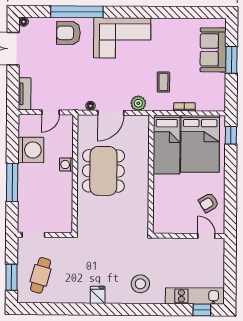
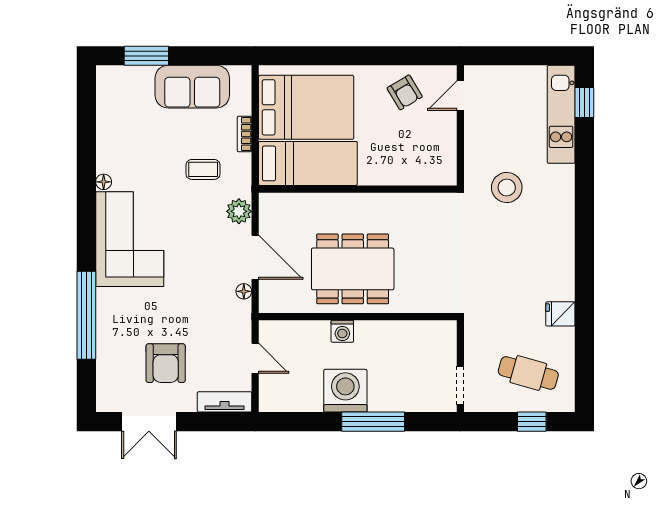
floor lamp: (24, 22) -> (104, 182), moved
armchair: (68, 33) -> (166, 363), moved
sofa: (213, 50) -> (192, 87), moved
window: (231, 60) -> (146, 56), moved
window: (231, 135) -> (291, 56), removed
washing machine: (31, 150) -> (345, 391), moved
window: (11, 277) -> (532, 422), width x0.67
stool: (140, 284) -> (507, 188), moved
fridge: (98, 295) -> (560, 314), moved

